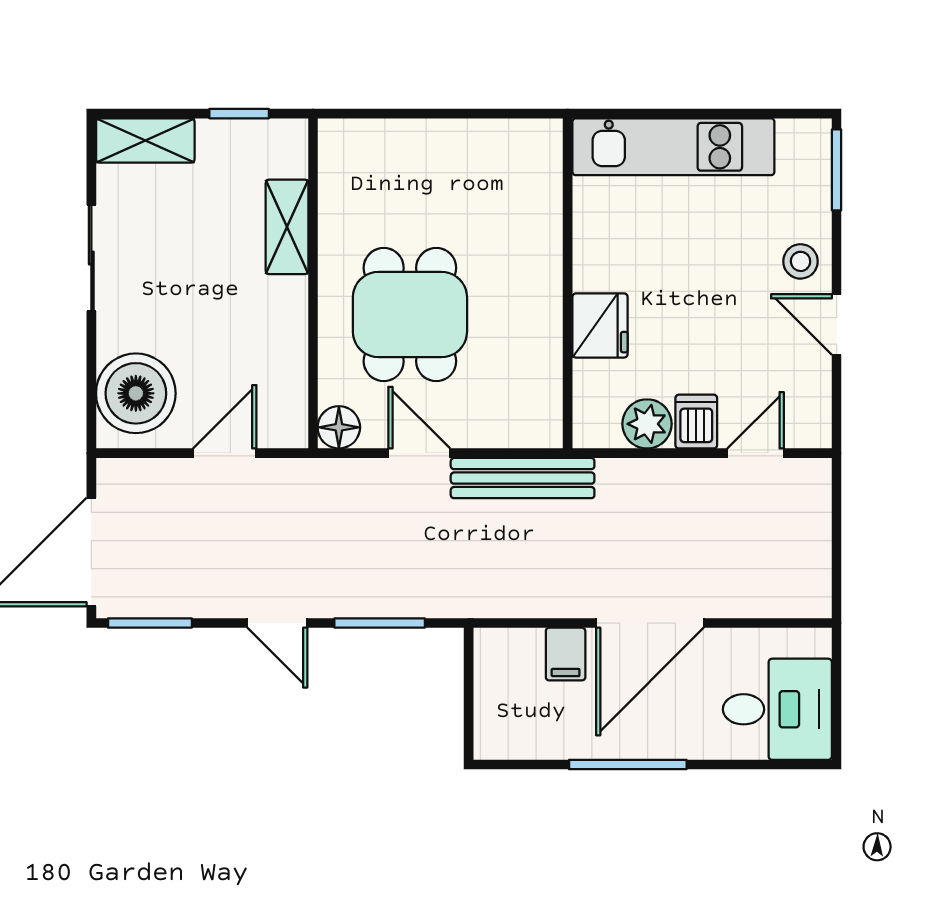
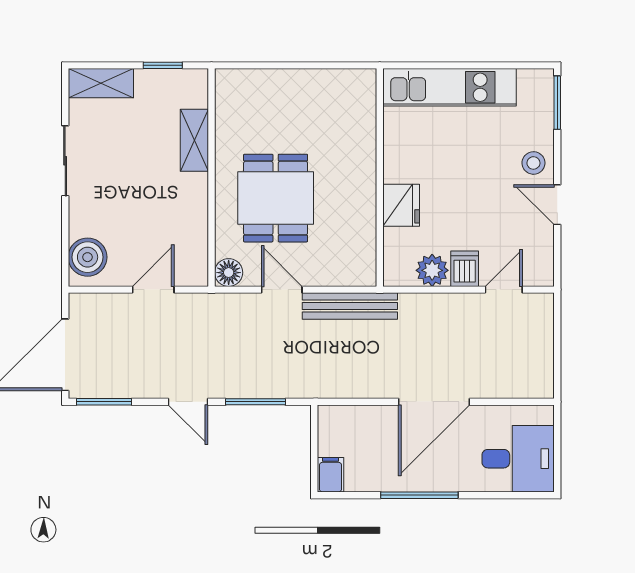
boiler: (136, 393) -> (88, 257), width x0.73, depth x0.73
filing cabinet: (566, 654) -> (330, 475), moved, turned 180

